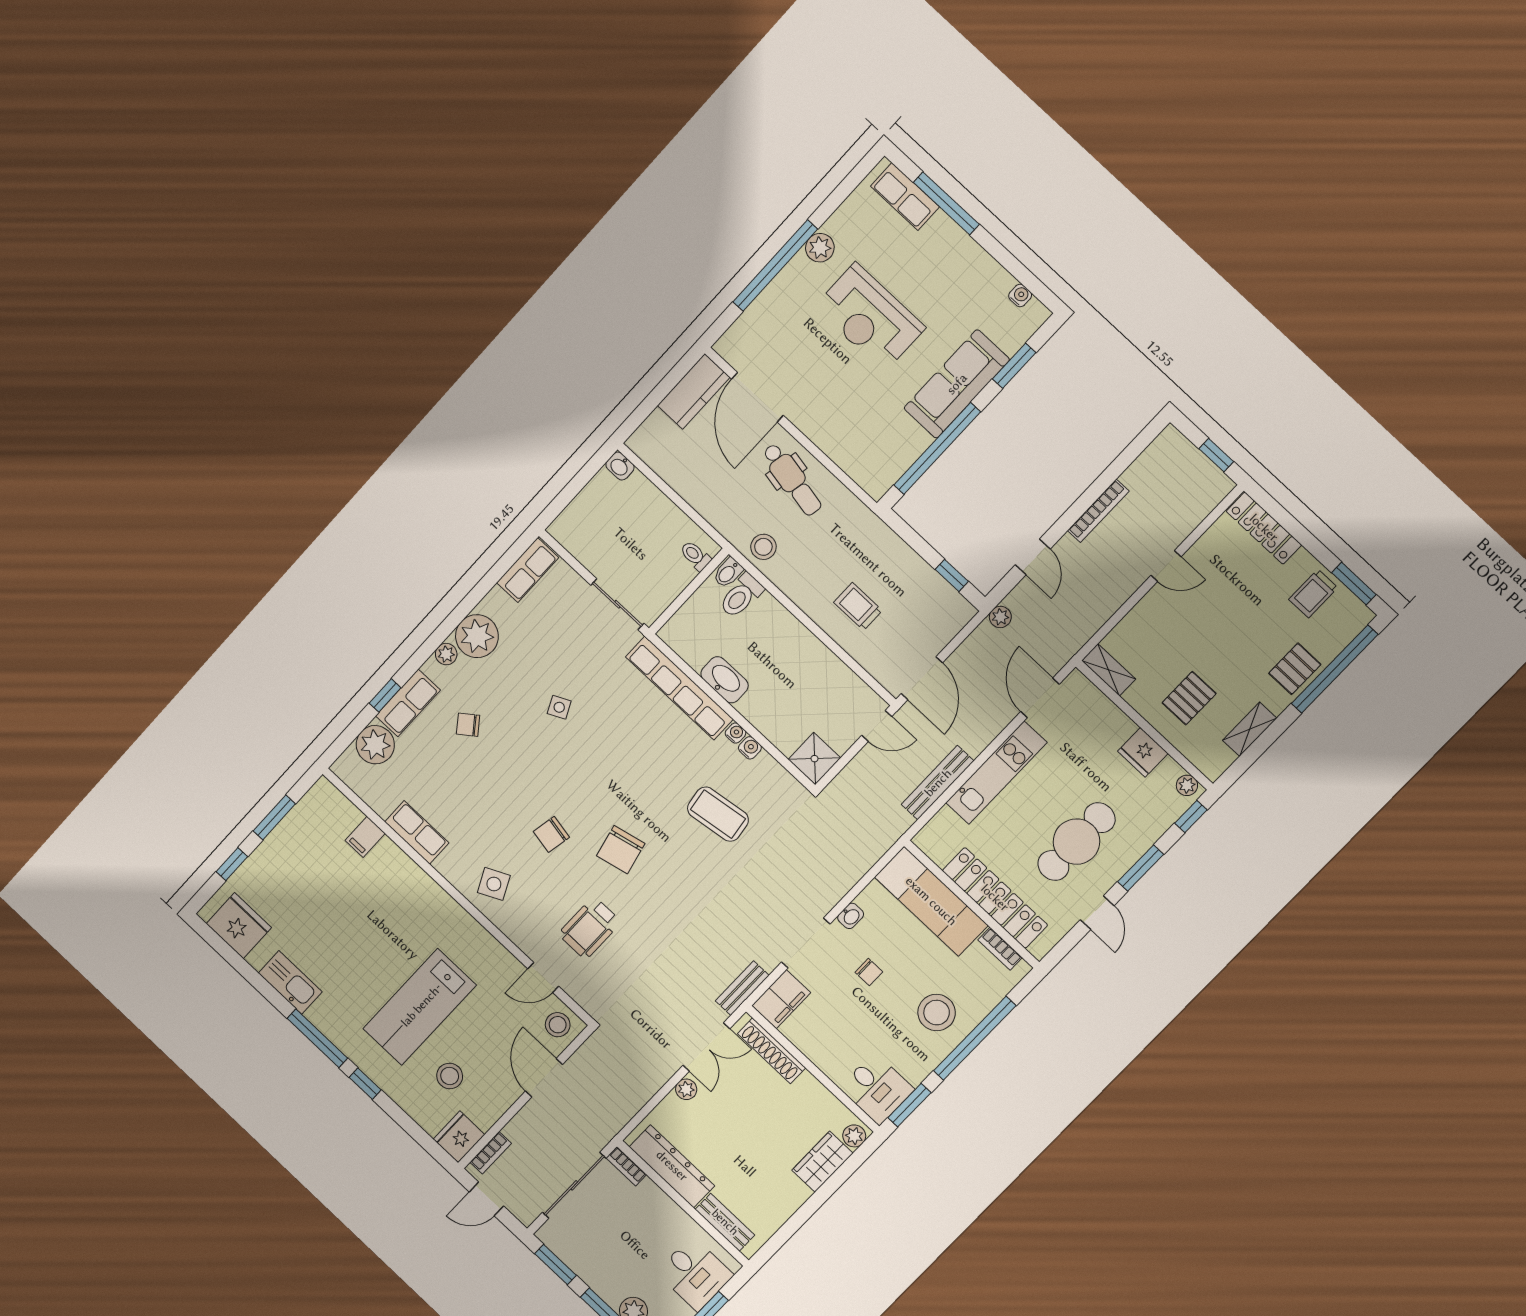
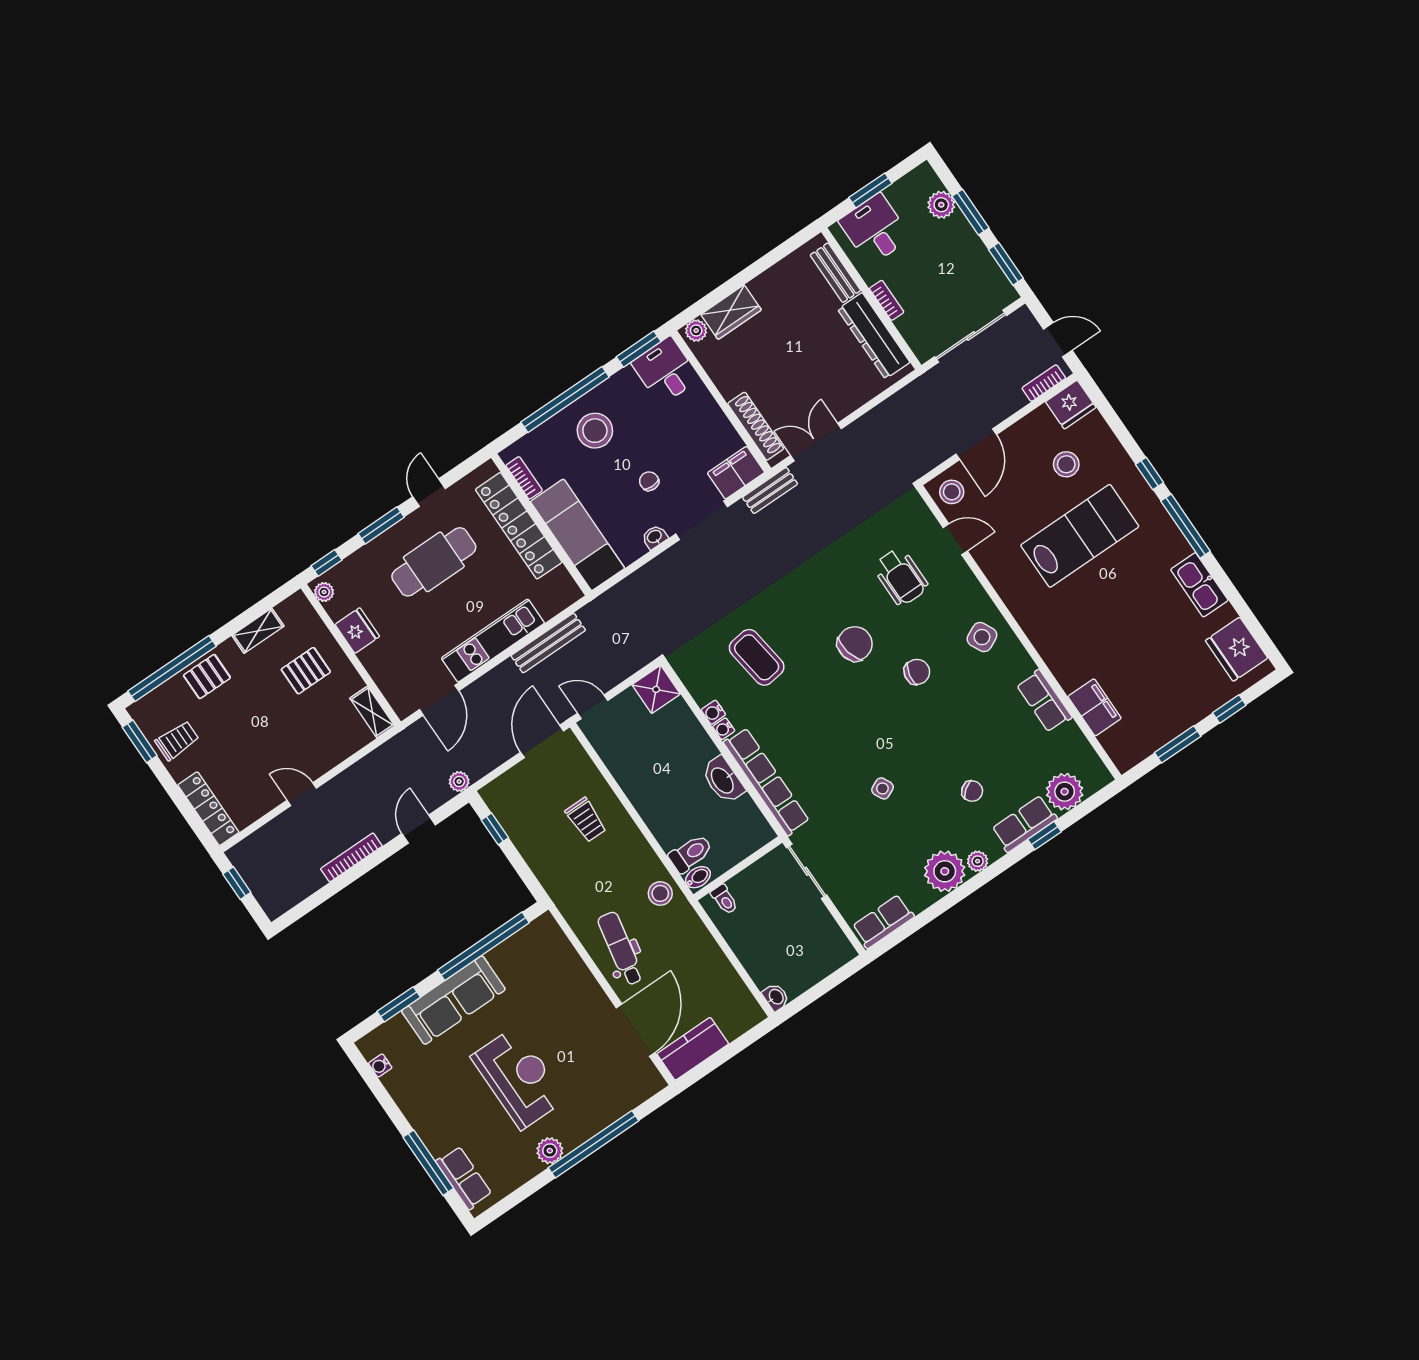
filing cabinet: (365, 837) -> (1095, 707), width x2.00
wheelchair: (590, 928) -> (901, 577), turned 90
plant: (686, 1089) -> (844, 406), removed
bookcase: (626, 1166) -> (887, 300), moved

